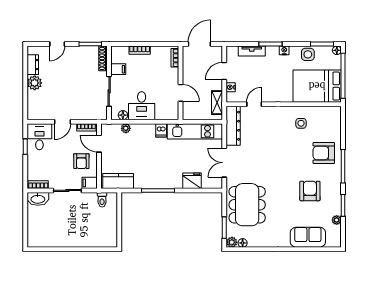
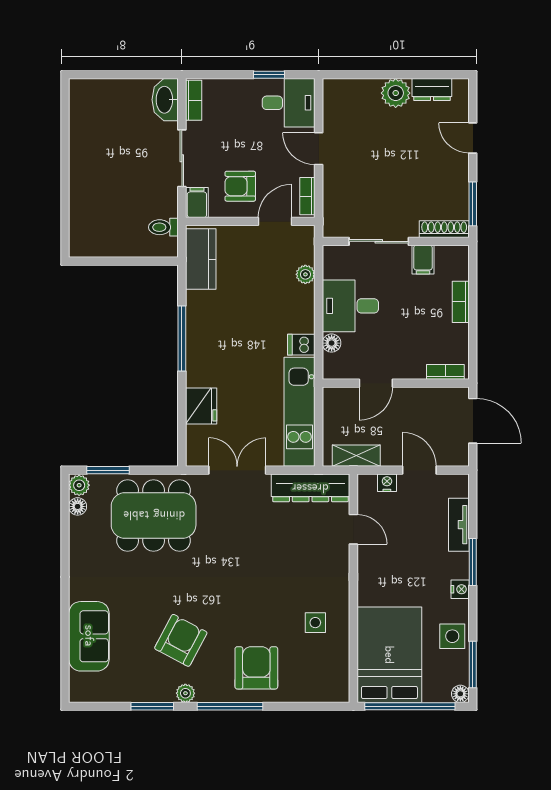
floor lamp: (123, 115) -> (332, 343), moved
armchair: (310, 191) -> (181, 640), turned -62
plant: (337, 220) -> (185, 693), moved

